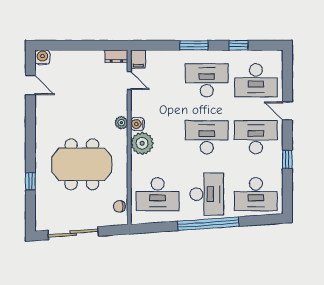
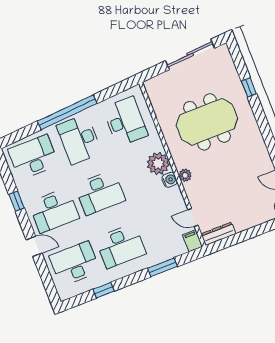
window: (194, 45) -> (162, 267), moved
dresser: (116, 56) -> (219, 234), width x1.44
desk: (158, 194) -> (125, 122), turned 90
chair: (119, 206) -> (157, 96), removed

